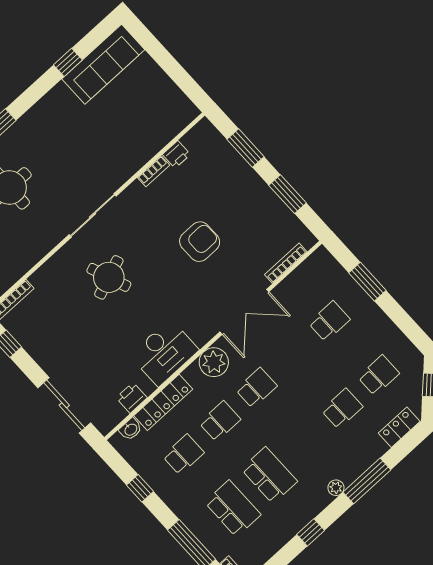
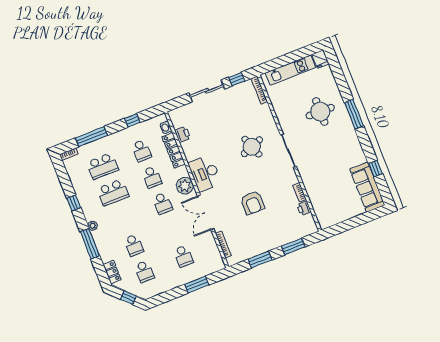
desk: (164, 353) -> (205, 173), moved
sliding door: (64, 405) -> (207, 91), moved

